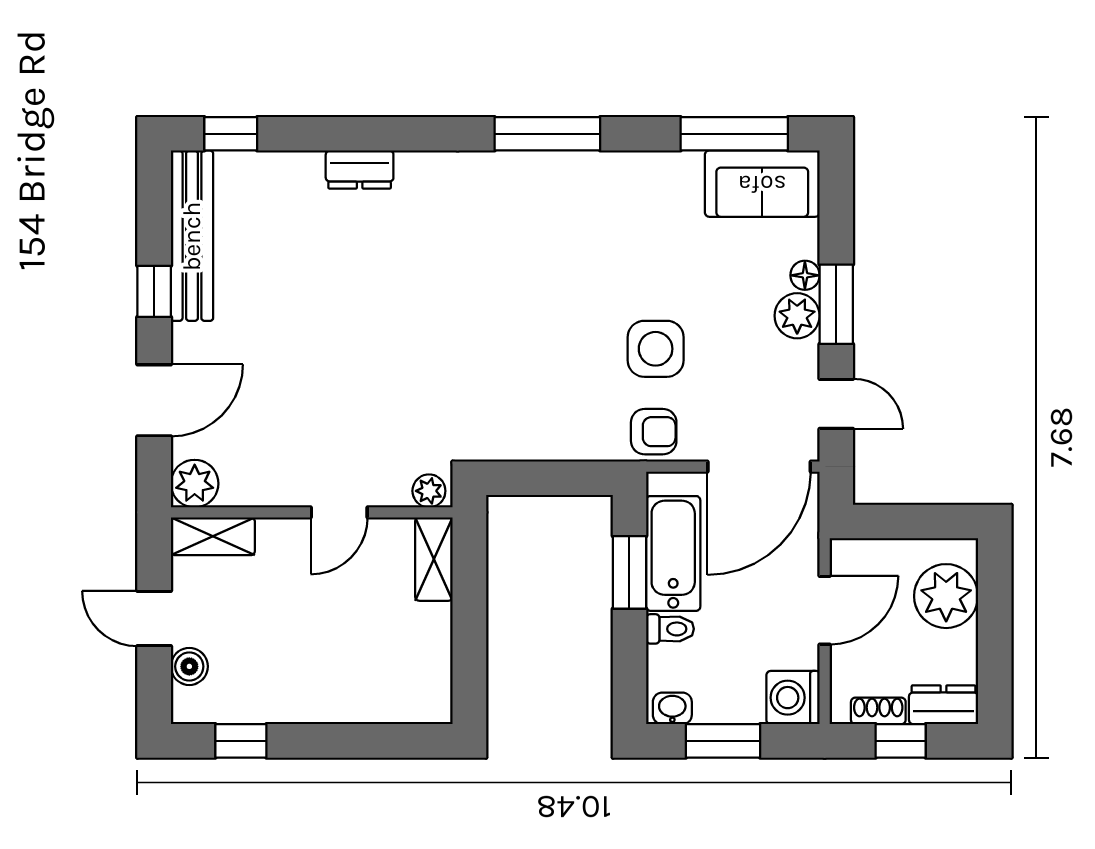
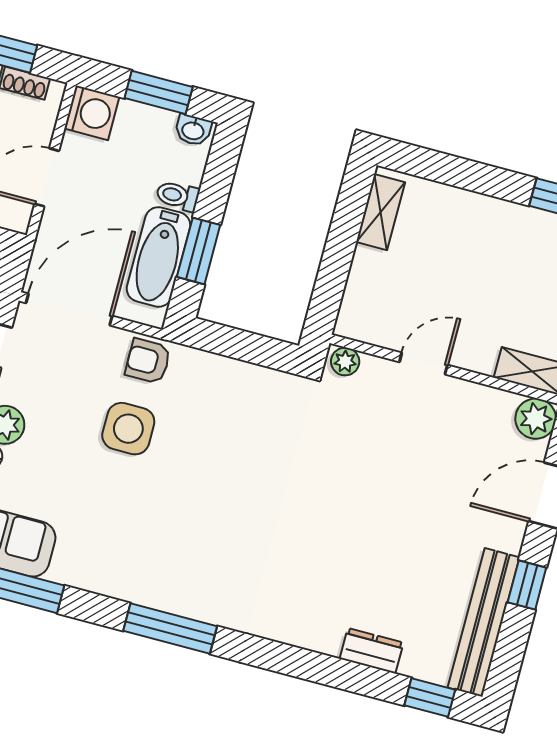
dresser: (360, 170) -> (372, 651), moved
shelving: (434, 559) -> (381, 212), moved

